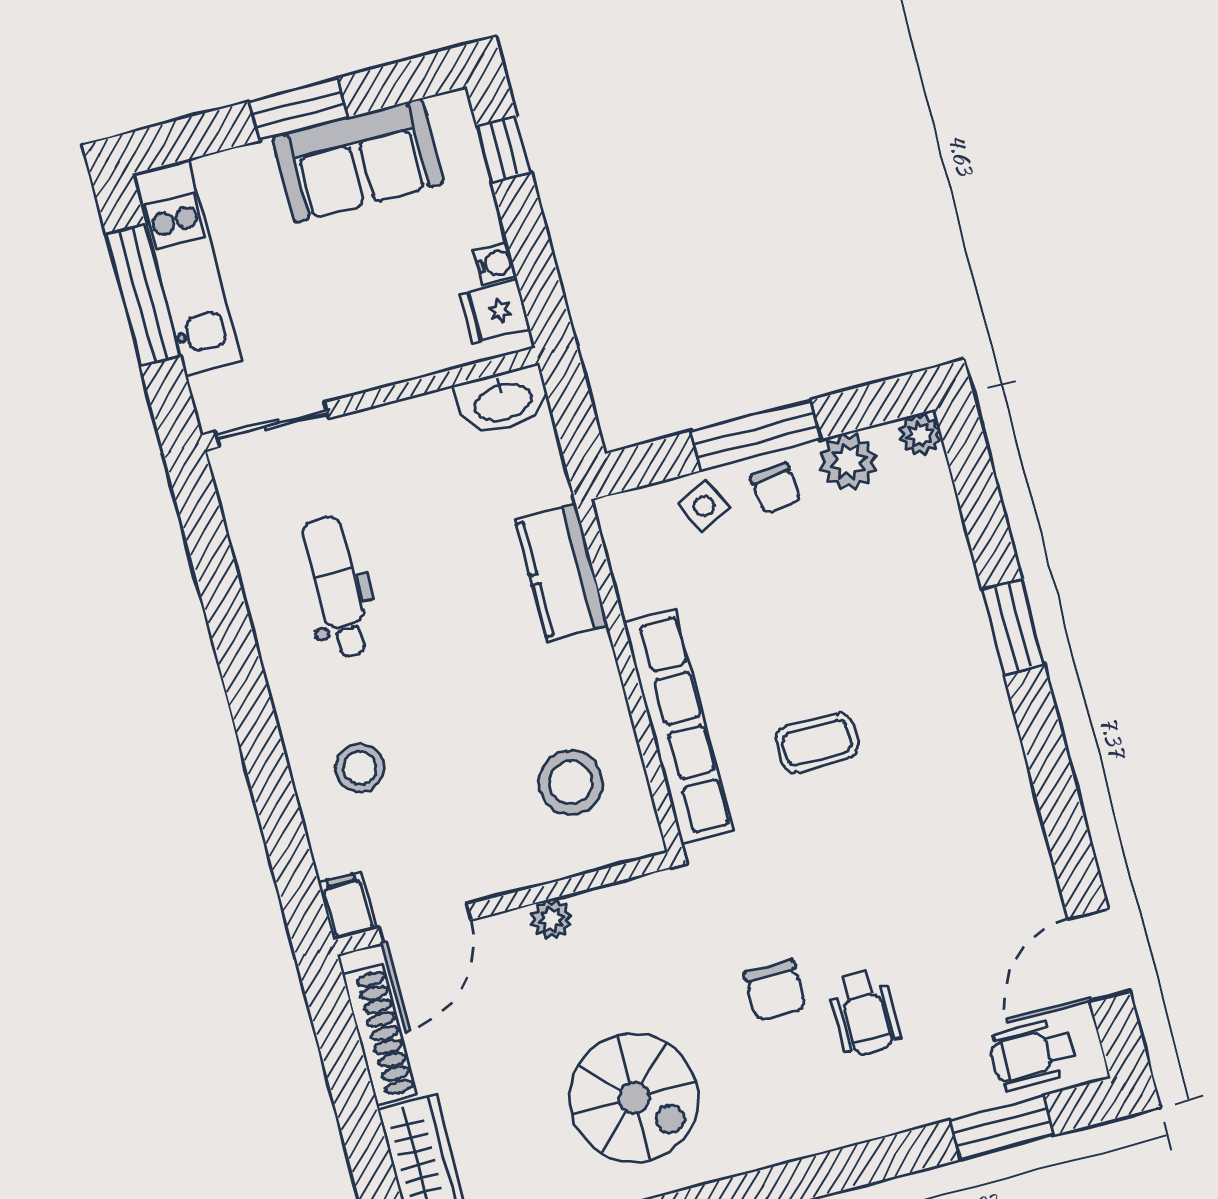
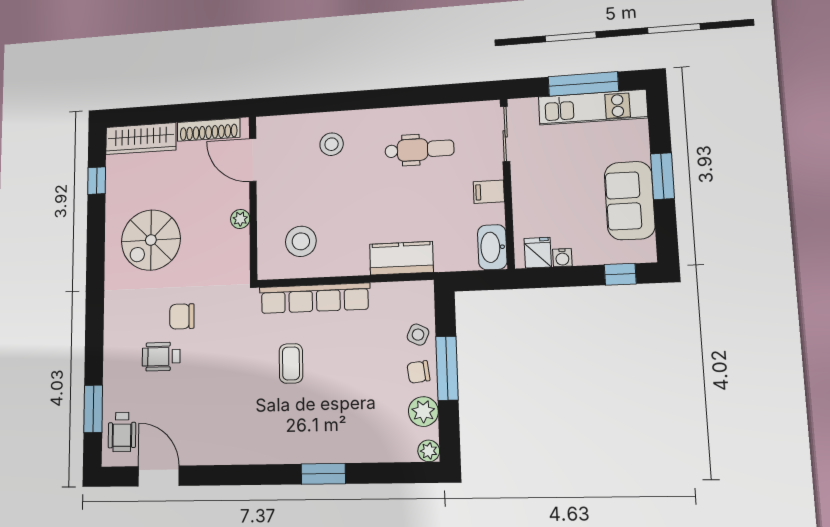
side table: (704, 506) -> (418, 335), turned -37
filing cabinet: (347, 906) -> (489, 192), moved, turned 180
wheelchair: (1032, 1054) -> (122, 432), turned 180

